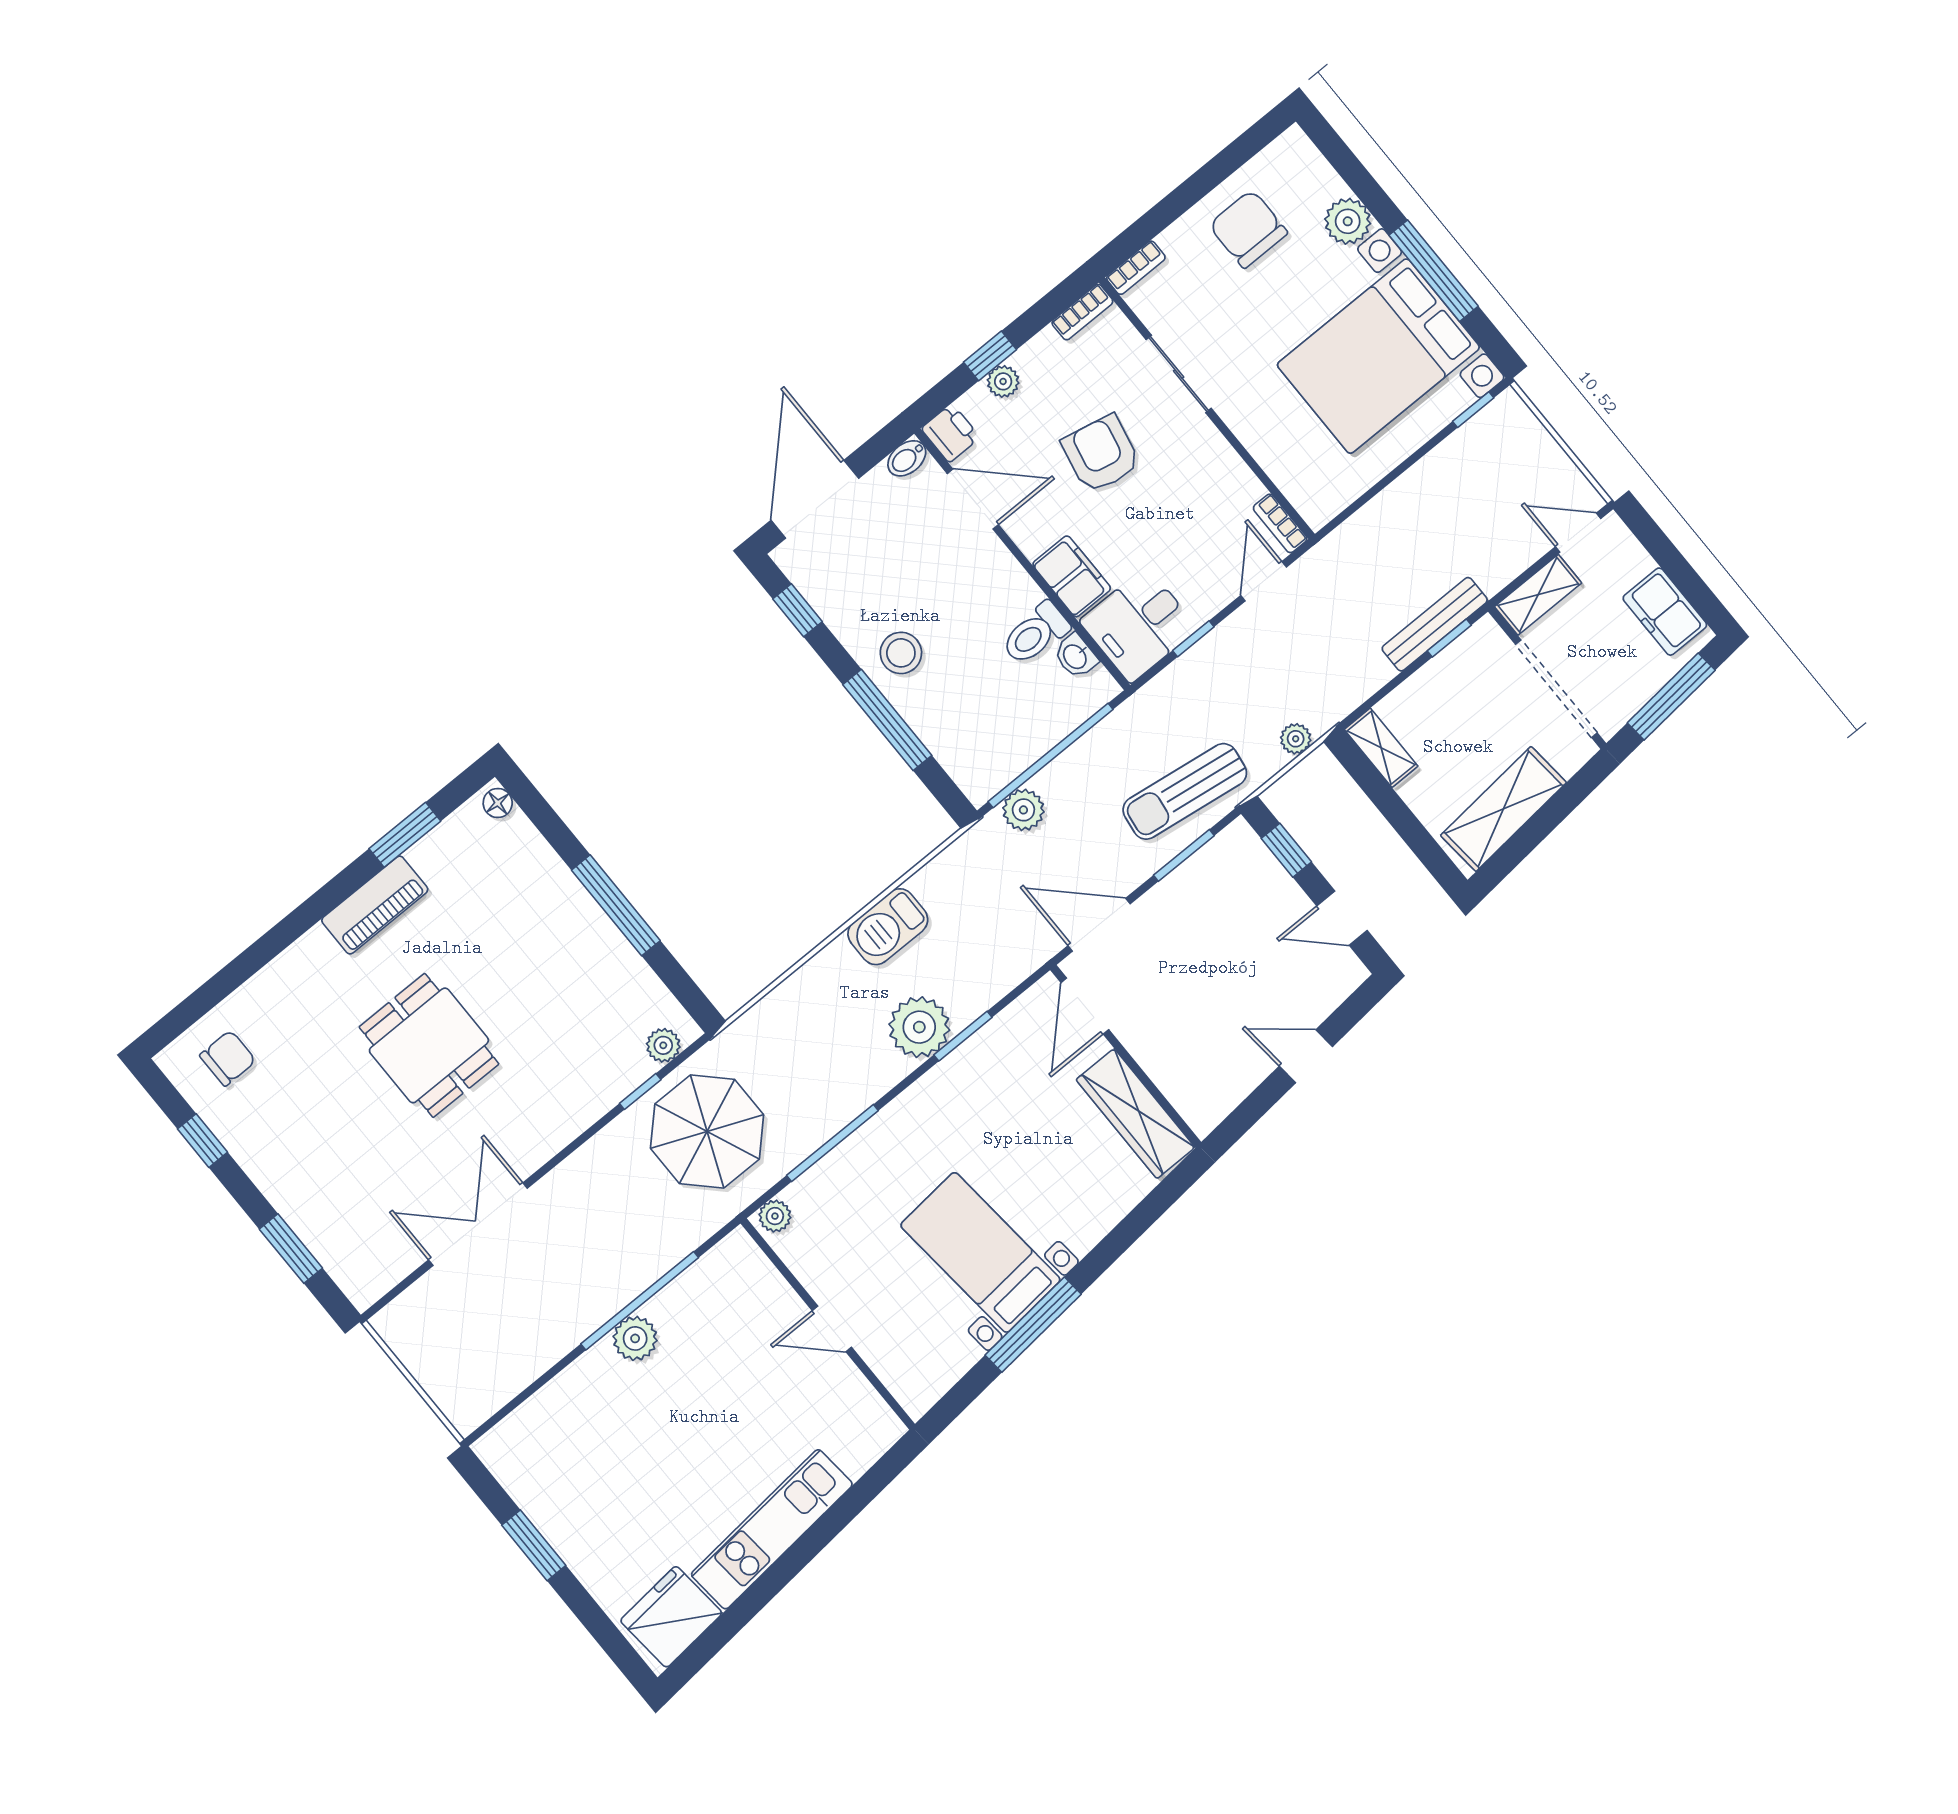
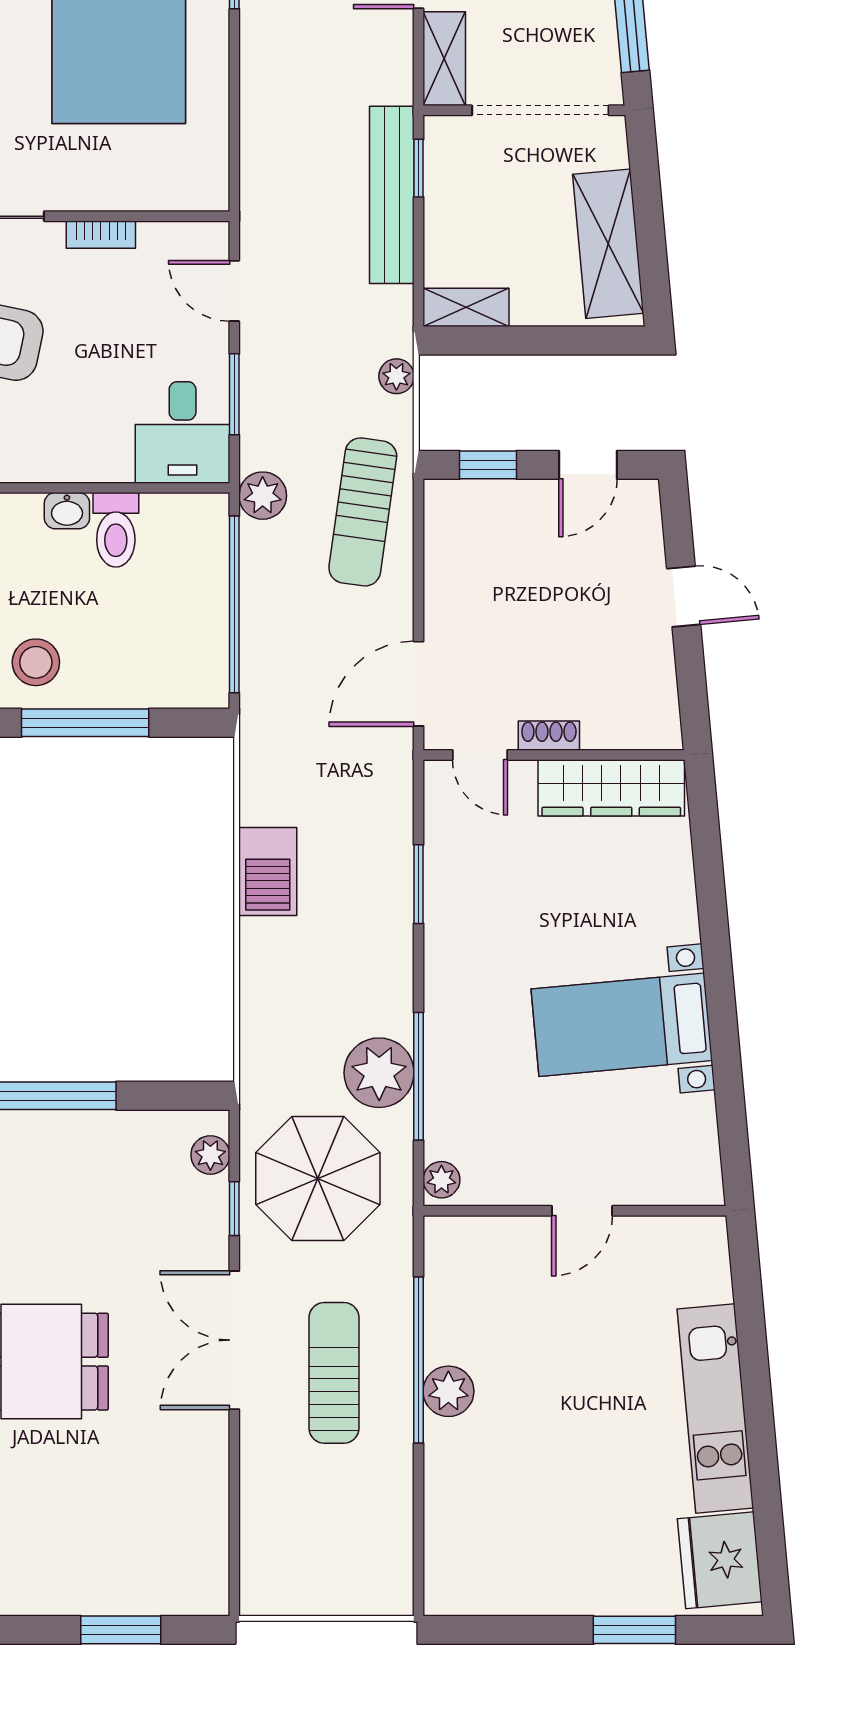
bookcase: (1280, 523) -> (101, 235), moved
filing cabinet: (1072, 576) -> (92, 457), removed
bench: (1435, 624) -> (392, 195), width x1.37, depth x1.21
window: (1193, 639) -> (234, 394), width x1.50
washbasin: (1076, 656) -> (67, 511), moved
plant: (1023, 810) -> (263, 496), moved
window: (1184, 855) -> (419, 559), removed
door: (1085, 1006) -> (480, 755), width x0.73
plant: (919, 1027) -> (379, 1073), moved
shoe rack: (1136, 1042) -> (549, 736), added
door: (1306, 1056) -> (684, 596), swing flipped
double door: (478, 1224) -> (234, 1340), moved
sun lounger: (584, 1250) -> (334, 1373), added
window: (1033, 1325) -> (724, 1030), removed
window: (534, 1545) -> (634, 1630), moved

